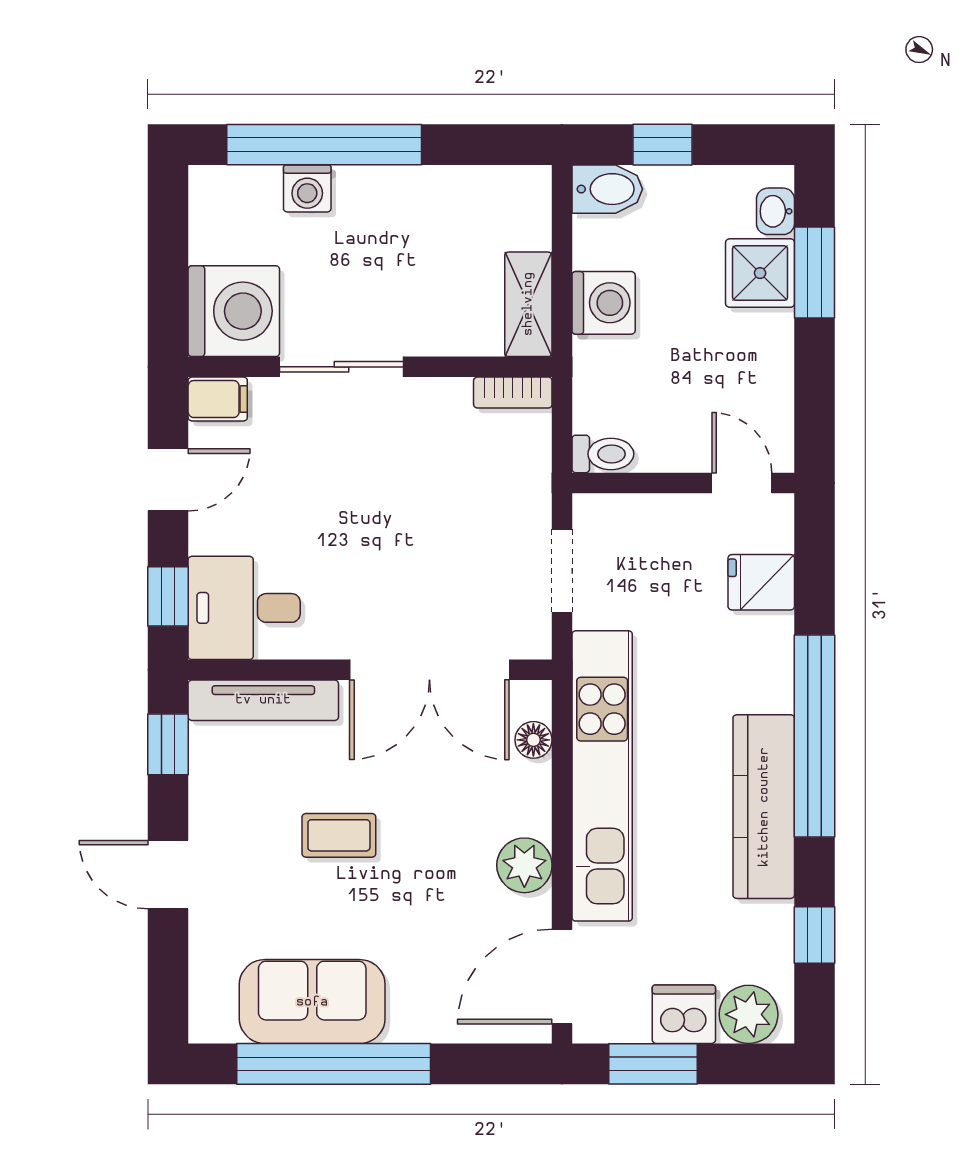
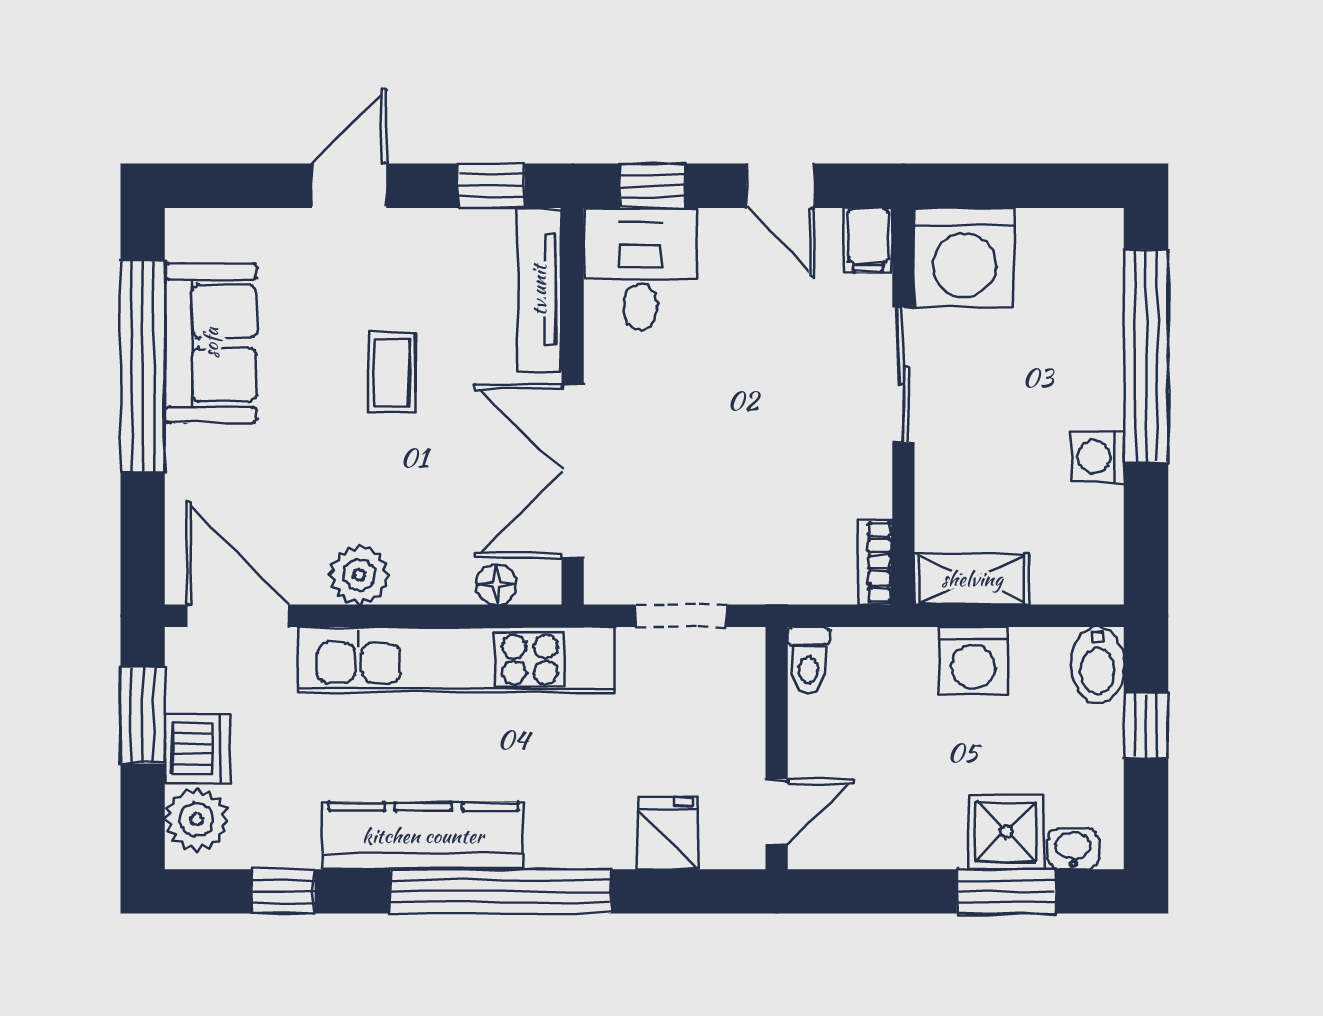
washing machine: (307, 188) -> (1098, 457), moved

